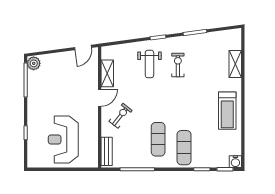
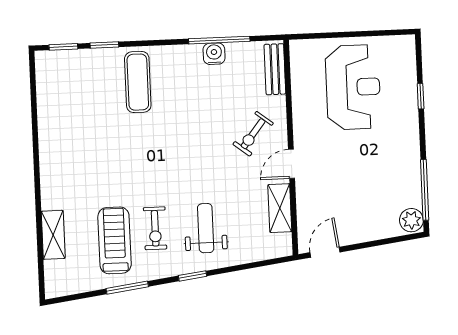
treadmill: (227, 111) -> (115, 240), moved
exercise mat: (158, 139) -> (184, 95), removed
water cooler: (235, 162) -> (214, 54), moved

